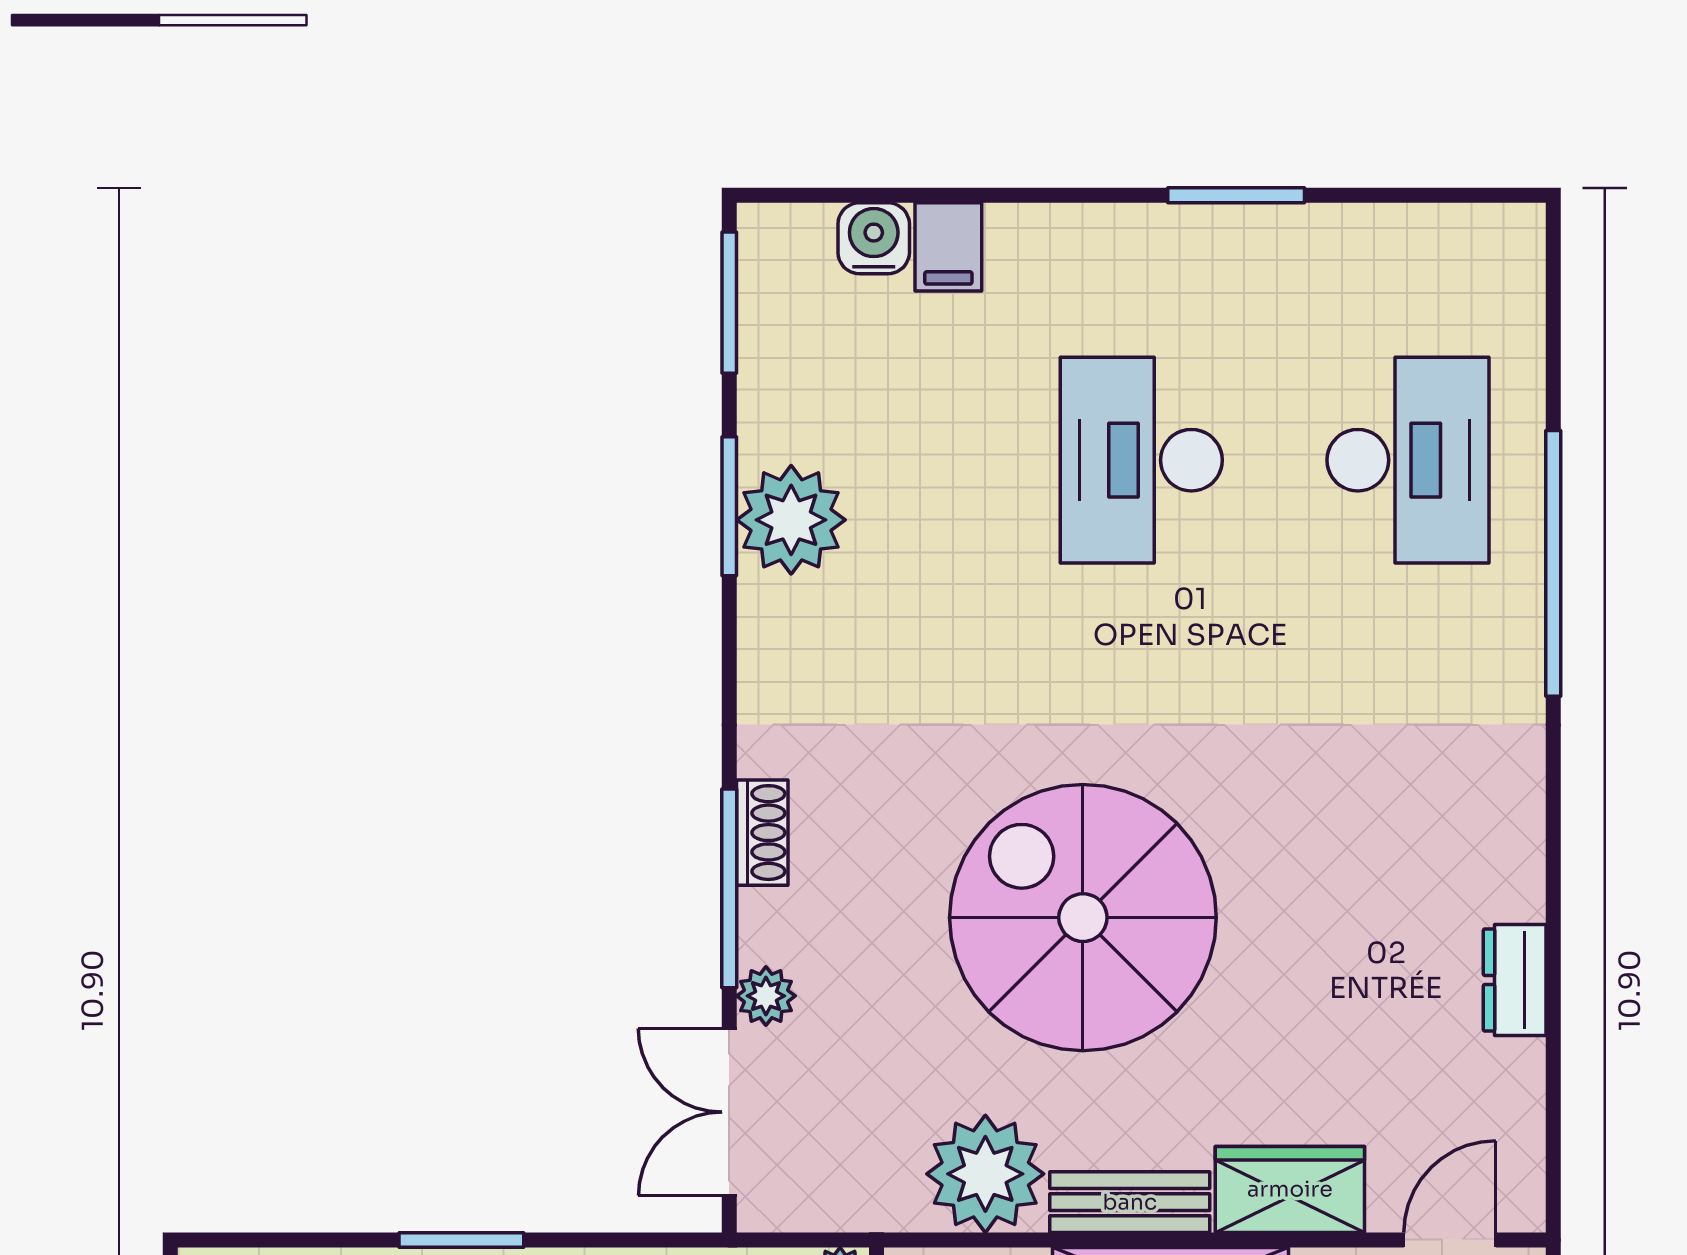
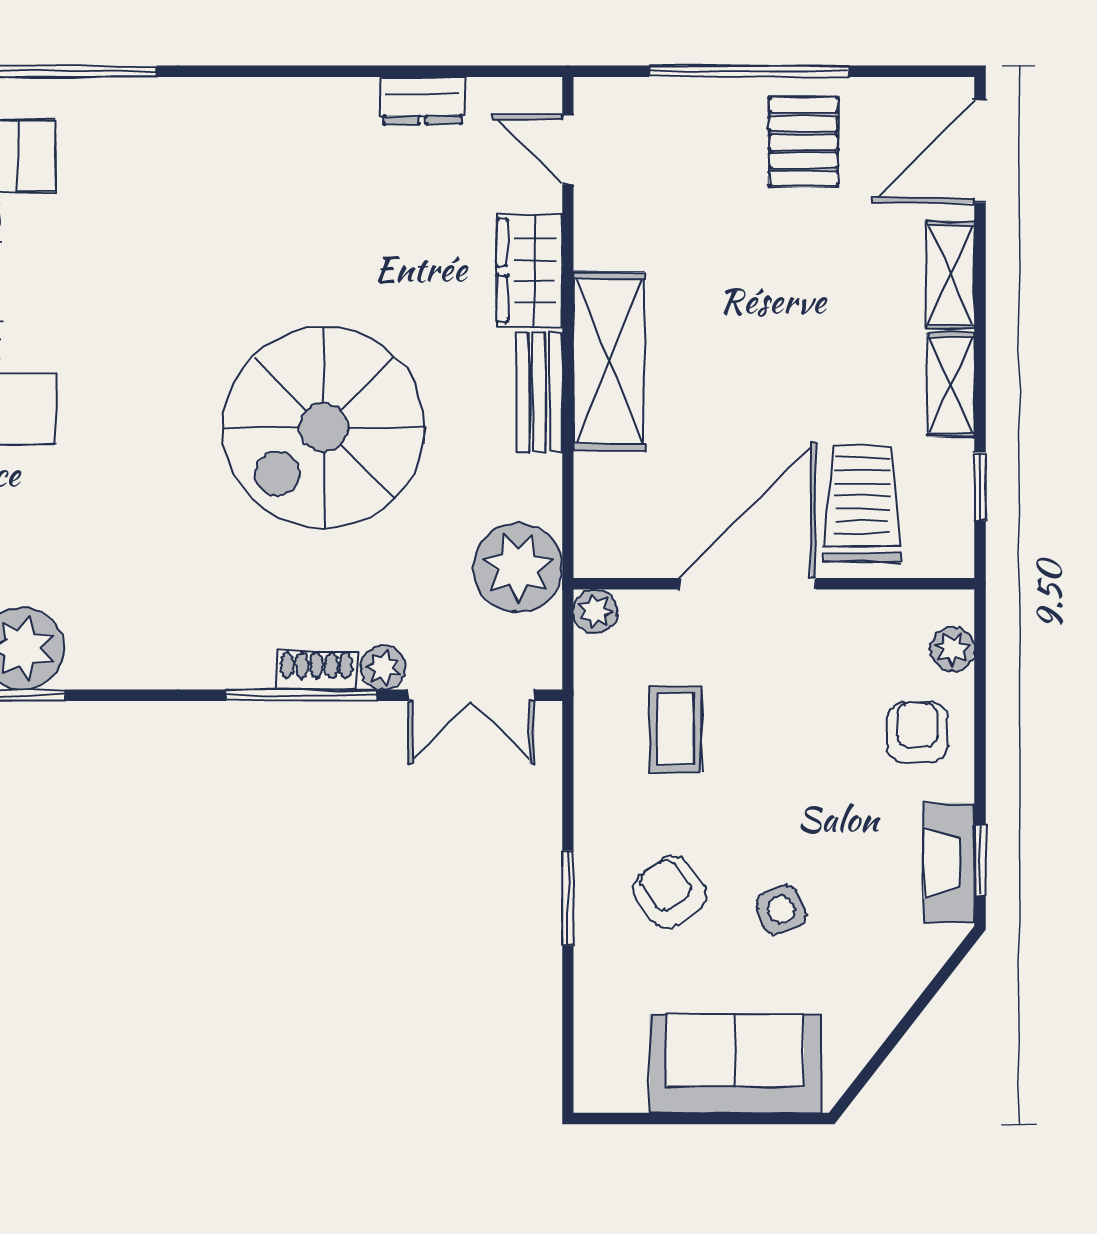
shoe rack: (762, 833) -> (316, 670), moved
dresser: (1515, 980) -> (423, 101), moved
plant: (985, 1174) -> (518, 567), moved

